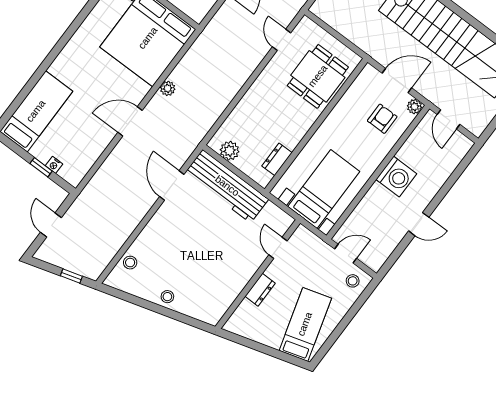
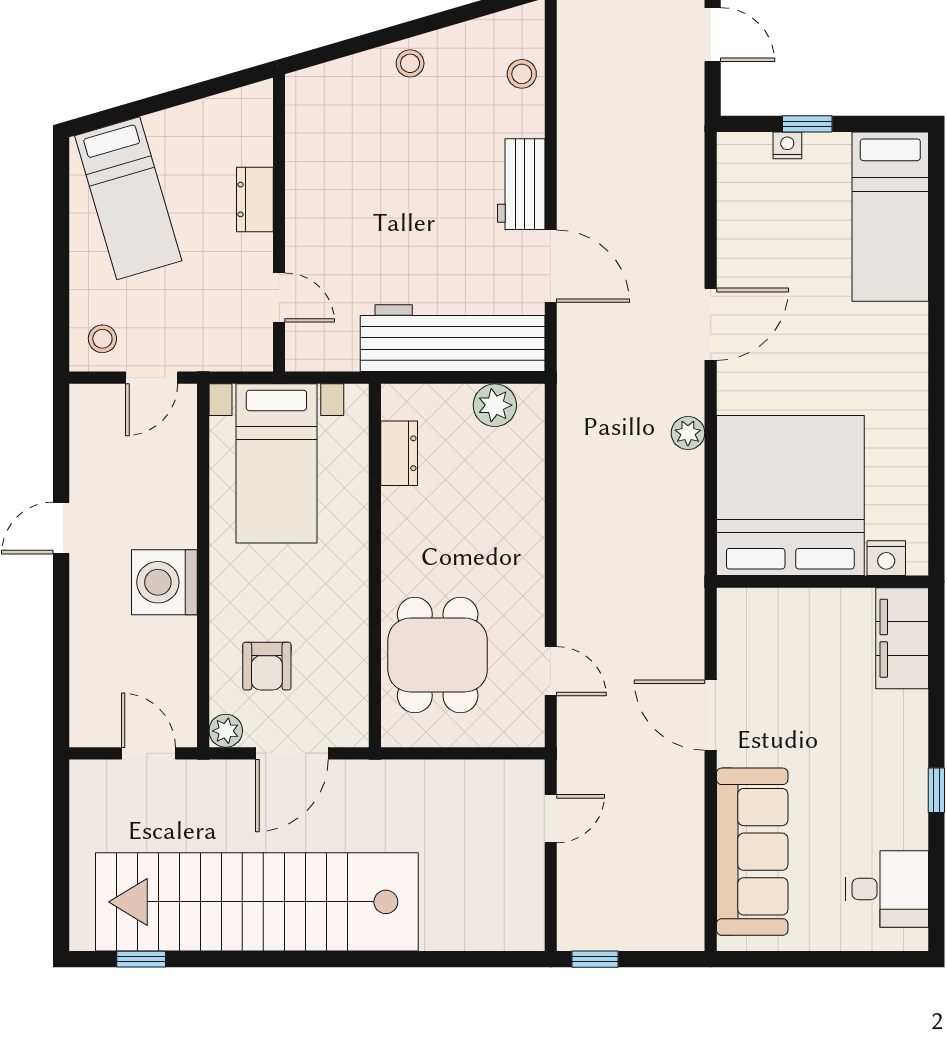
workbench: (160, 223) -> (521, 184), added

